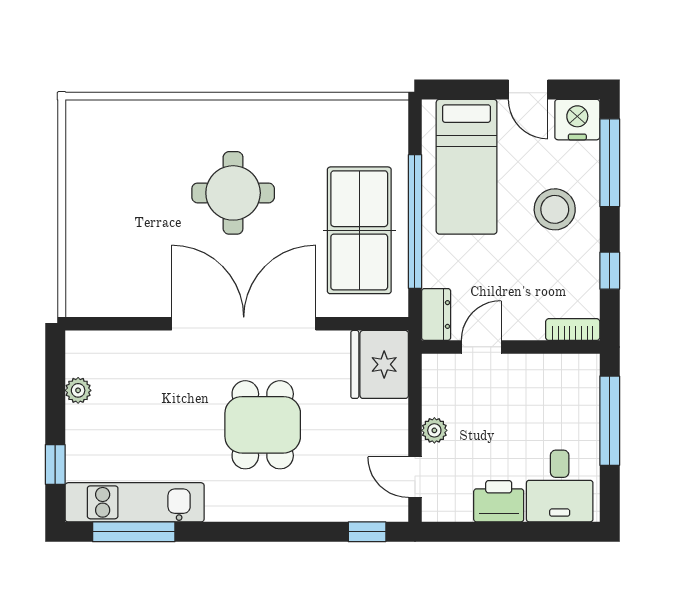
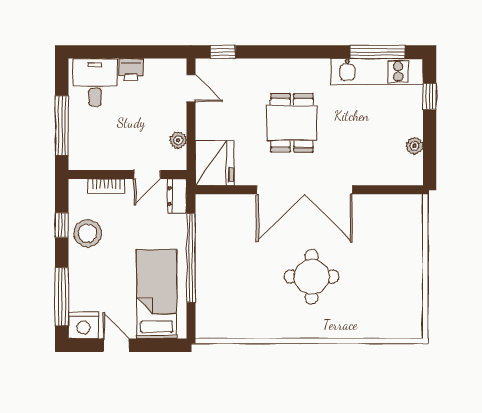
stool: (555, 209) -> (88, 233), moved
table tennis table: (359, 230) -> (228, 252), removed
bookcase: (573, 330) -> (106, 186), moved
plant: (434, 430) -> (178, 140), moved
printer: (499, 501) -> (131, 70), width x0.73, depth x0.81

